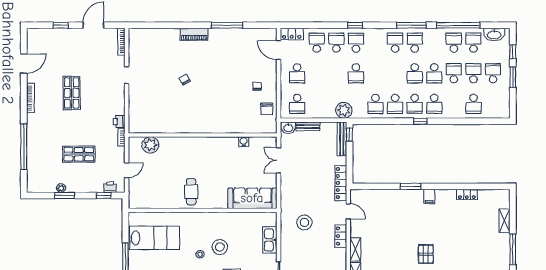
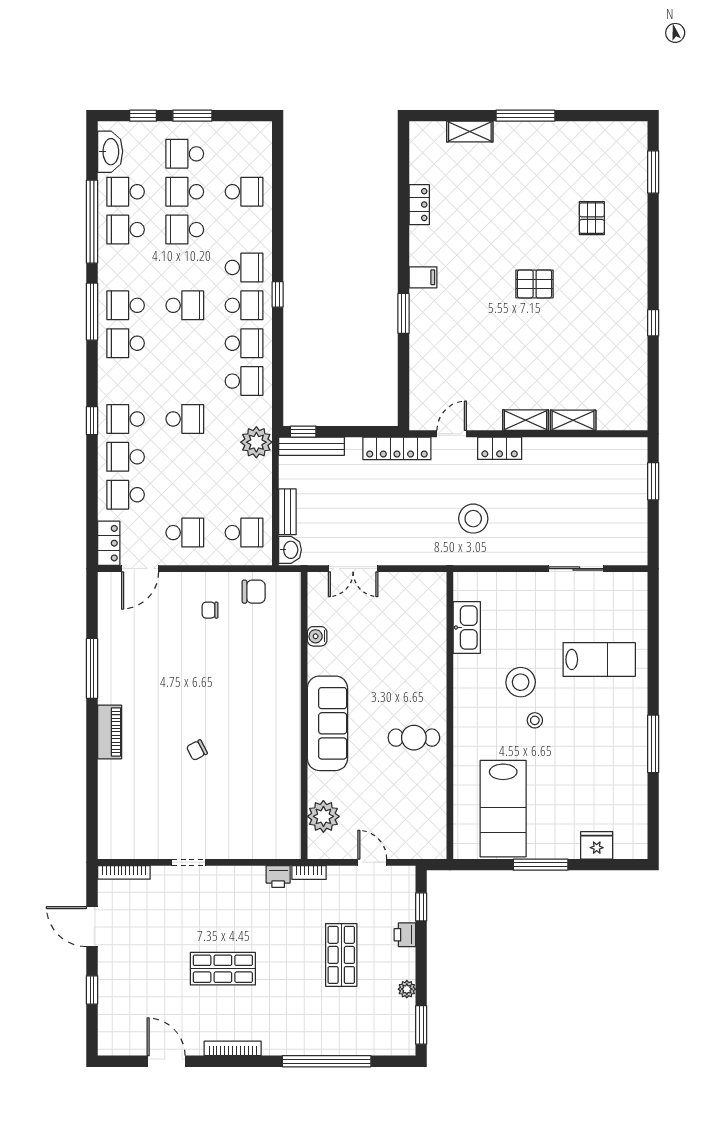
school desk: (434, 73) -> (185, 267), removed
printer: (110, 187) -> (405, 935), moved
window: (65, 196) -> (421, 1025), moved
sofa: (252, 198) -> (327, 723), moved, turned 180
lab bench: (154, 238) -> (503, 809), turned 180
kitchen sink: (270, 240) -> (467, 628), moved, turned -90

